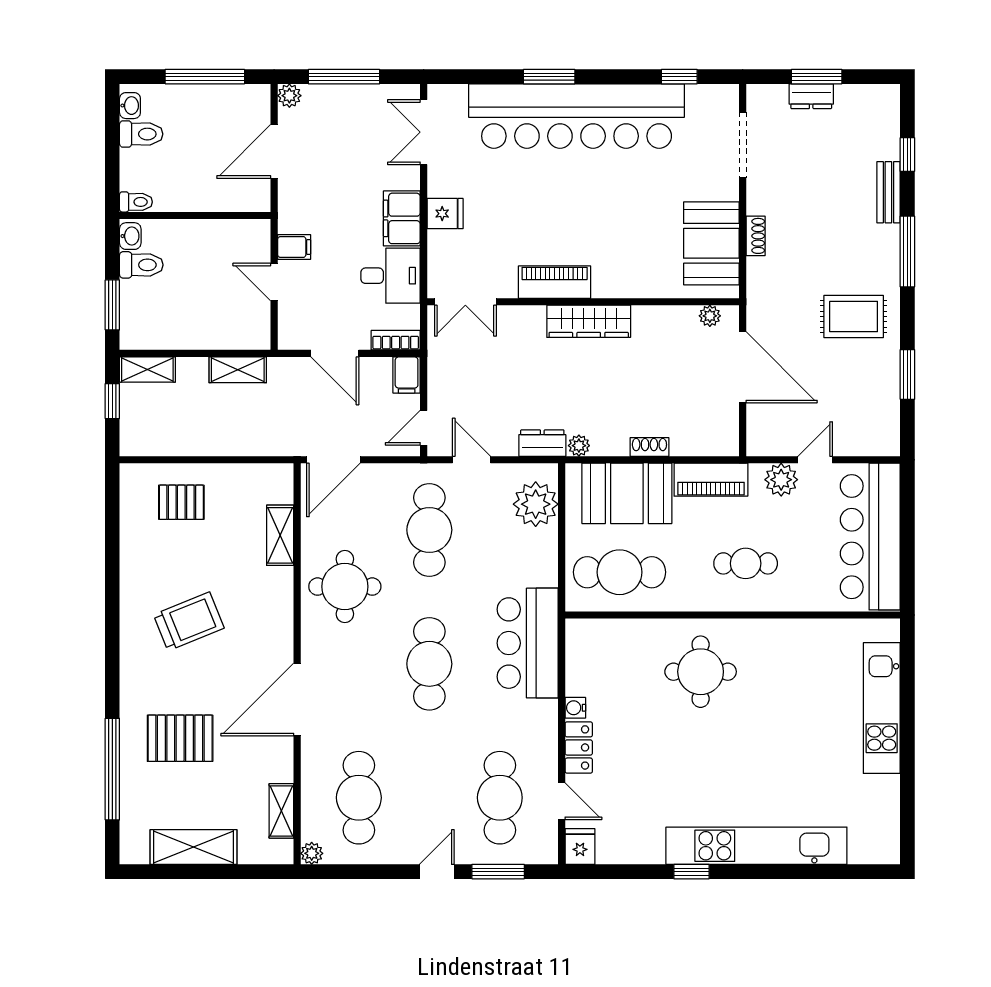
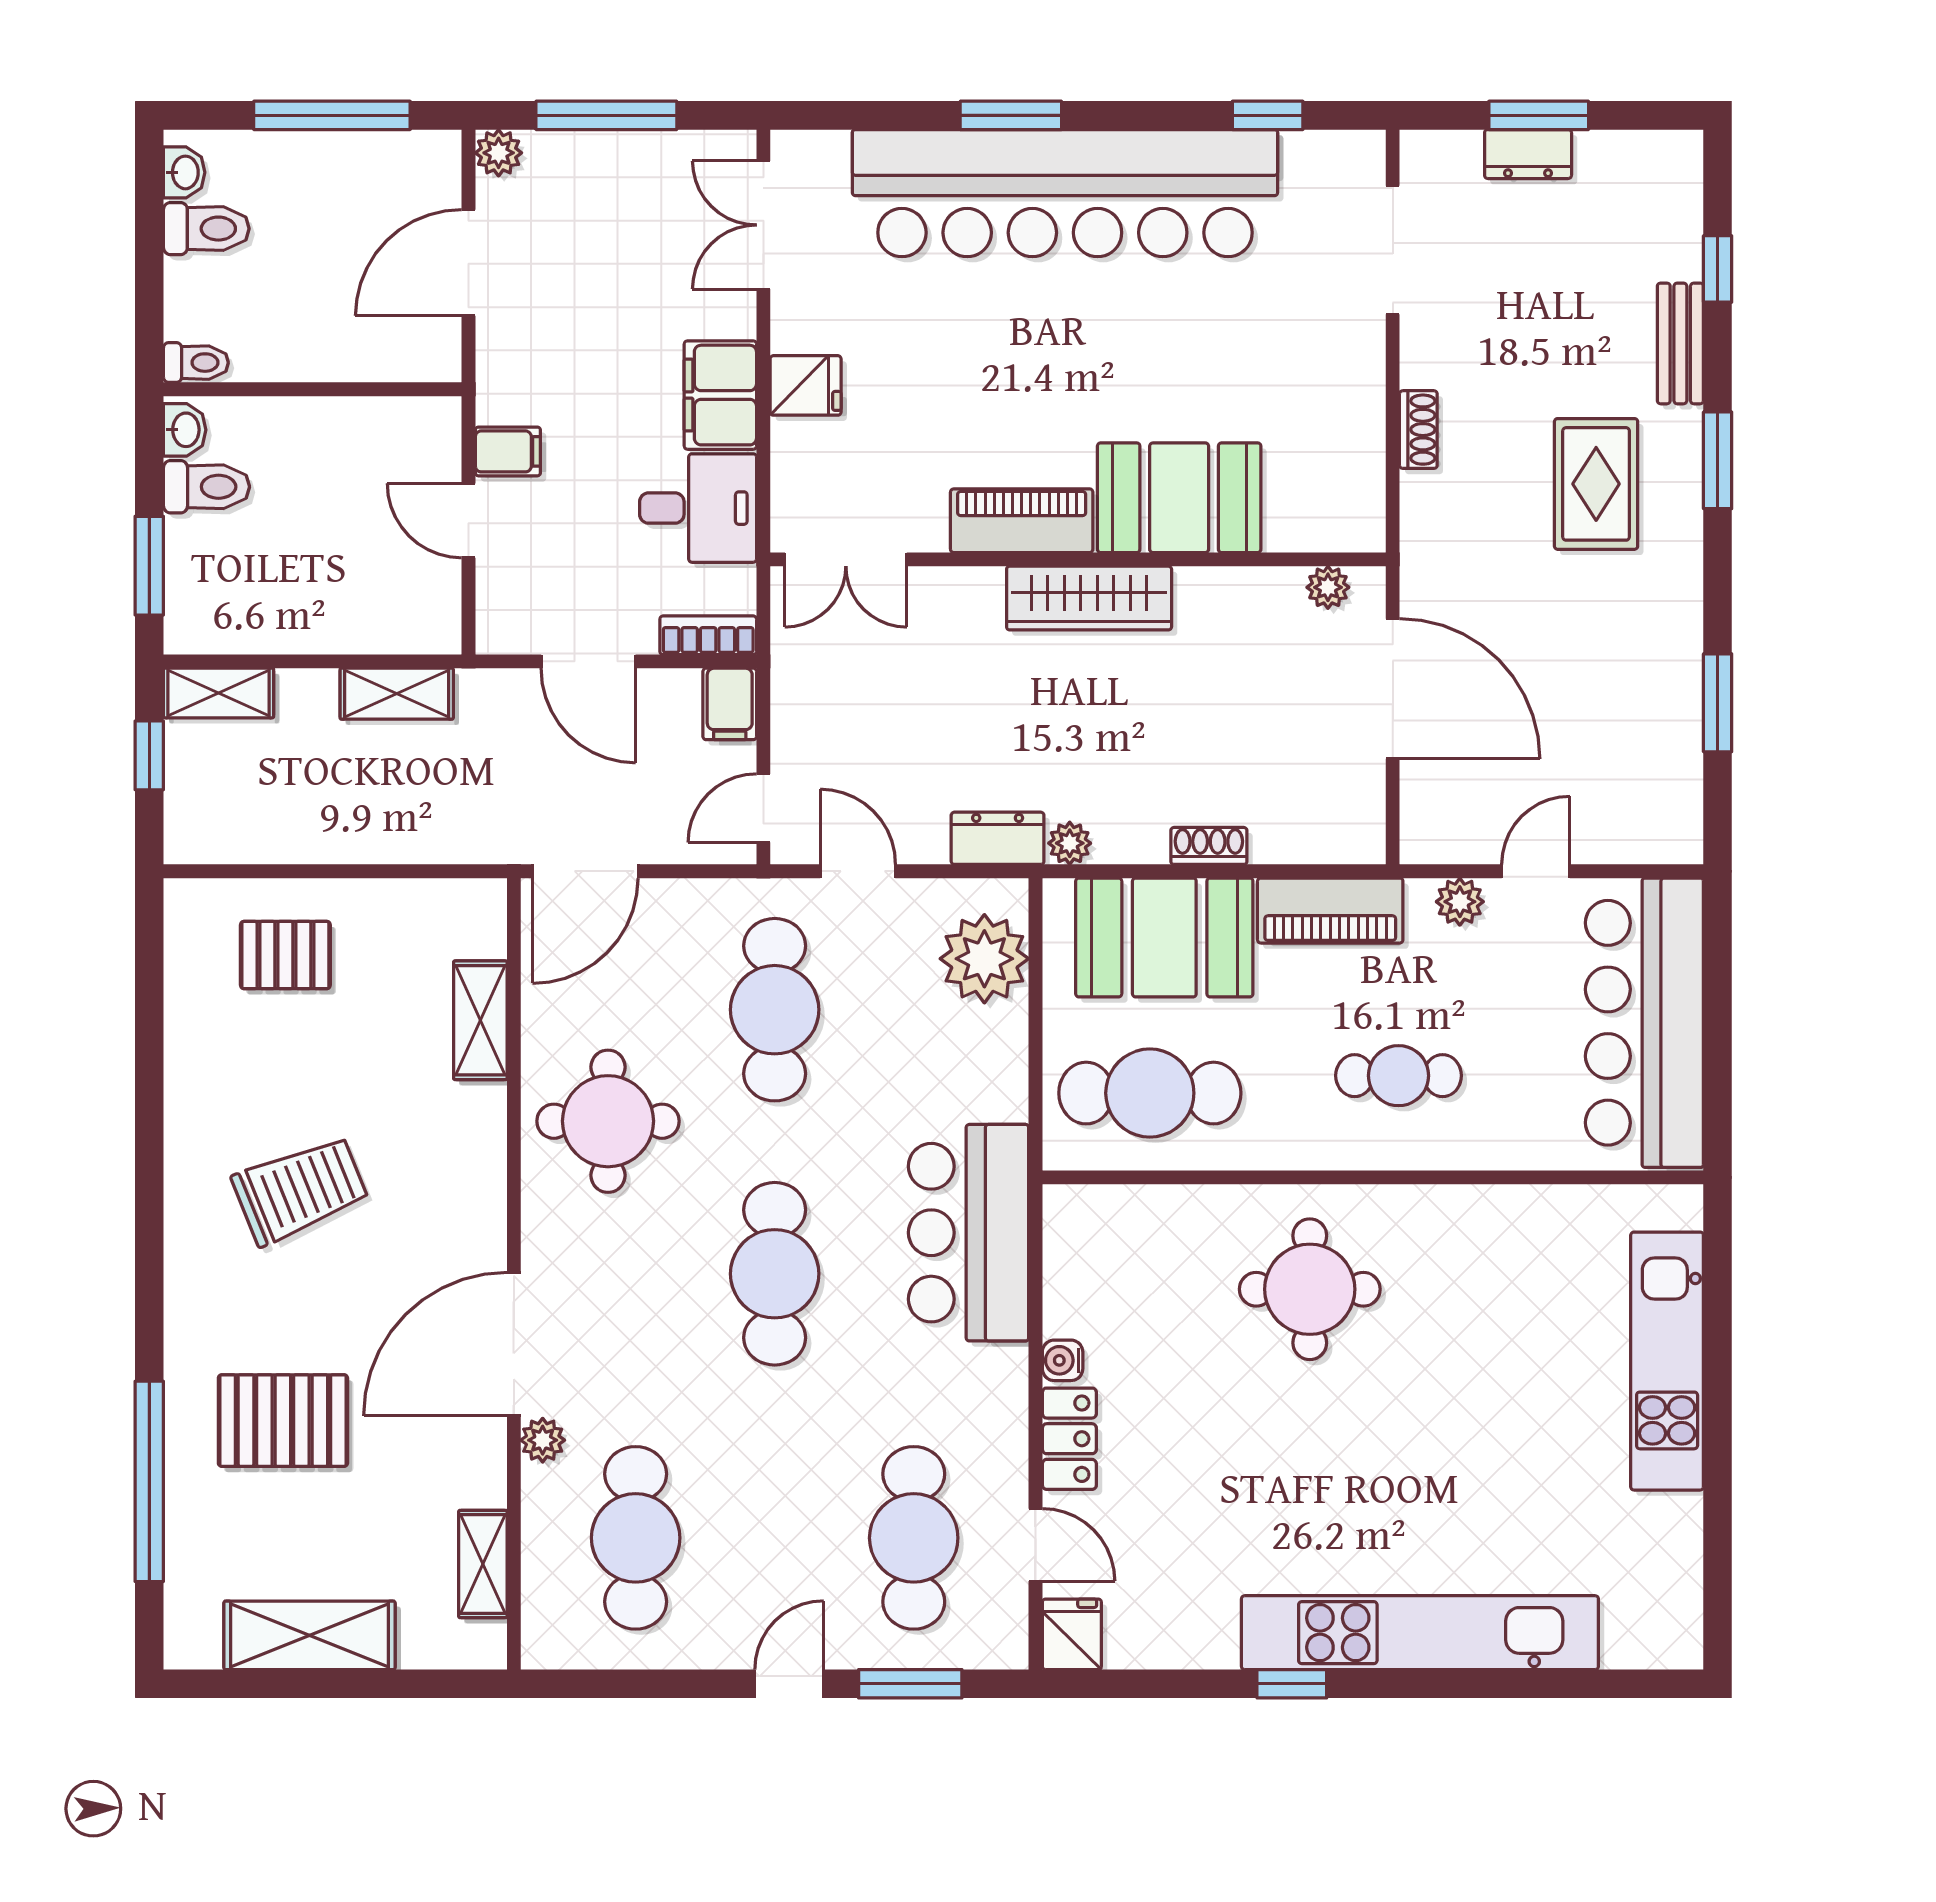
booth: (711, 243) -> (1179, 498), moved, turned 90
window: (907, 252) -> (1718, 460), width x0.69
rug: (854, 316) -> (1596, 484), moved, turned 90
plant: (781, 480) -> (1460, 902), width x0.73, depth x0.73
plant: (312, 853) -> (543, 1440), moved

